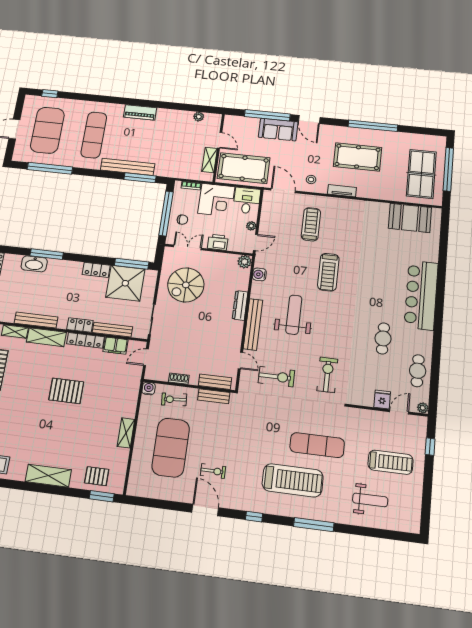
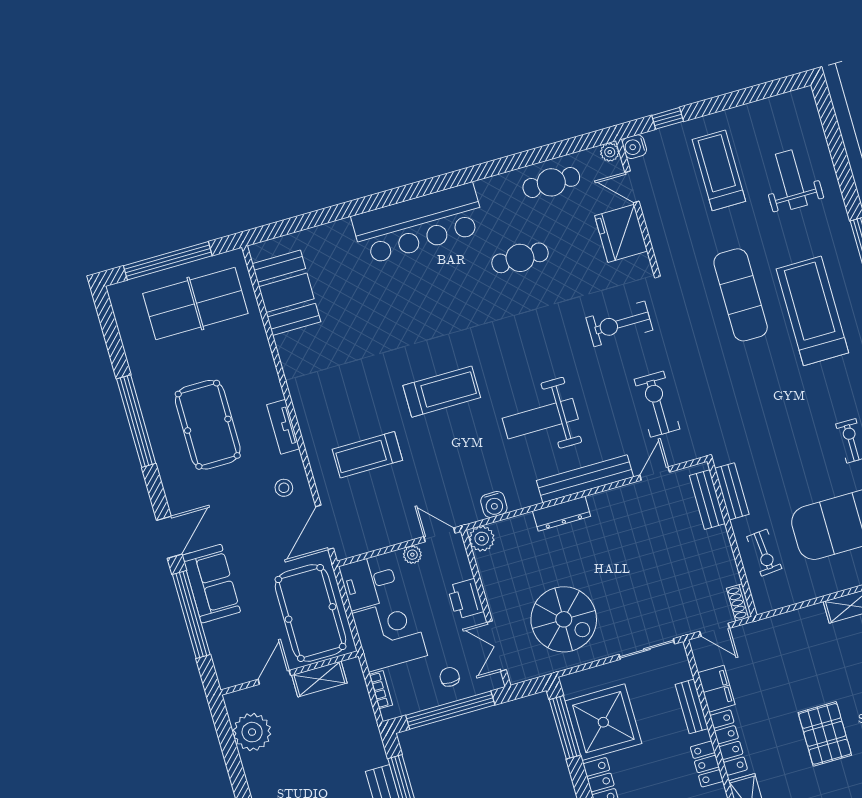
plant: (199, 117) -> (252, 732), width x1.87, depth x1.87
bench: (112, 330) -> (692, 706), width x0.73
shoe rack: (179, 379) -> (739, 602), moved
water cooler: (149, 388) -> (634, 147), moved
fridge: (382, 400) -> (621, 233), width x1.88, depth x1.34

